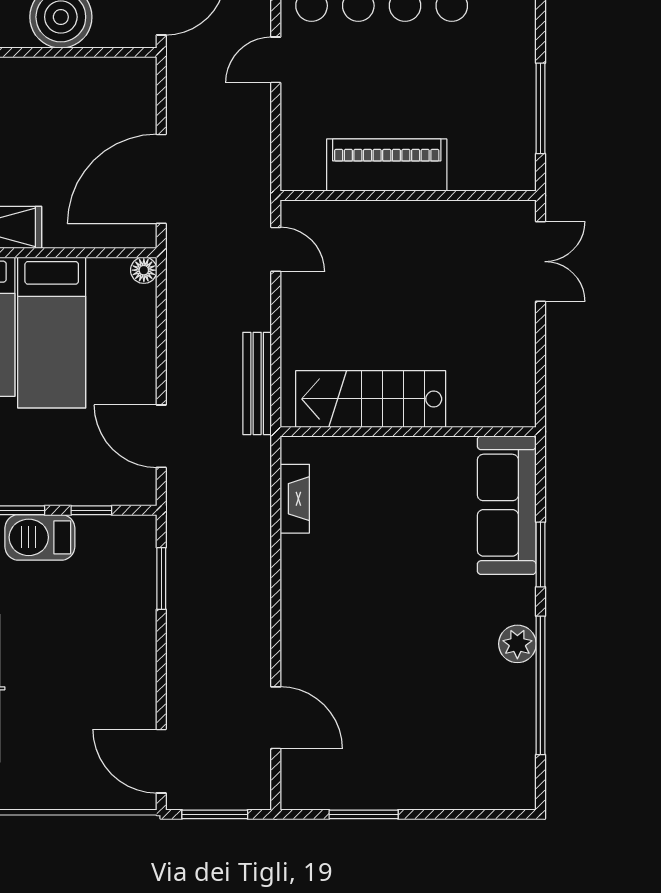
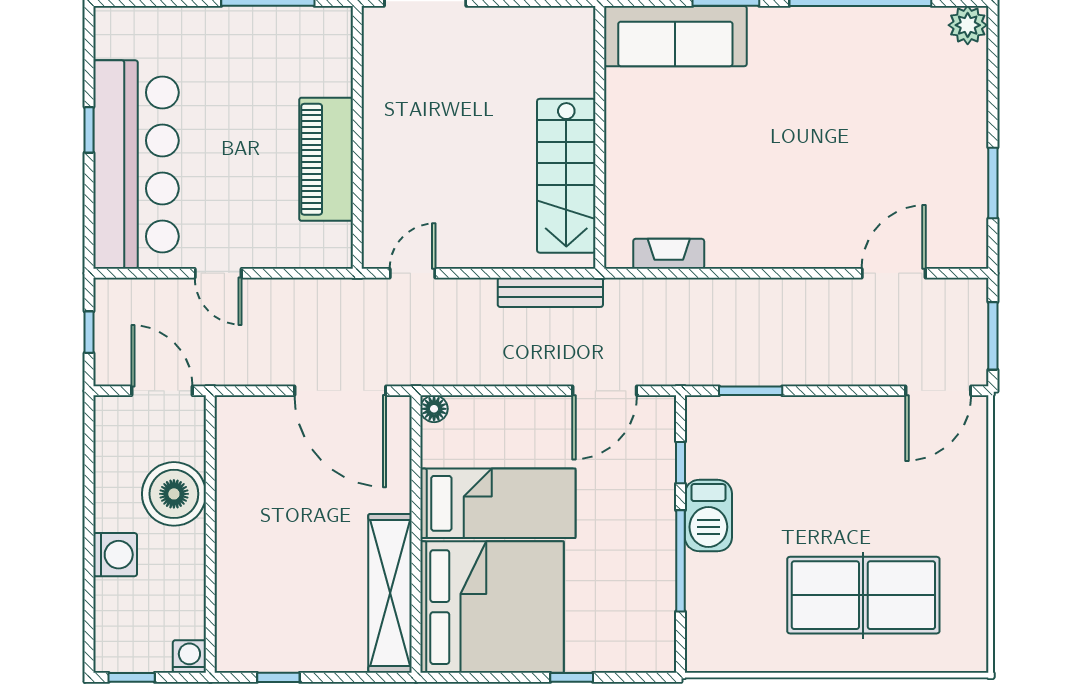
plant: (517, 644) -> (968, 25), moved

